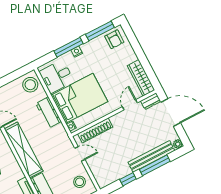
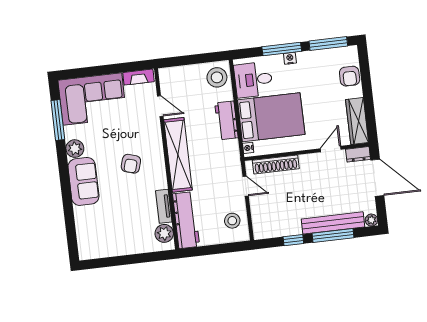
armchair: (114, 39) -> (350, 76), moved

